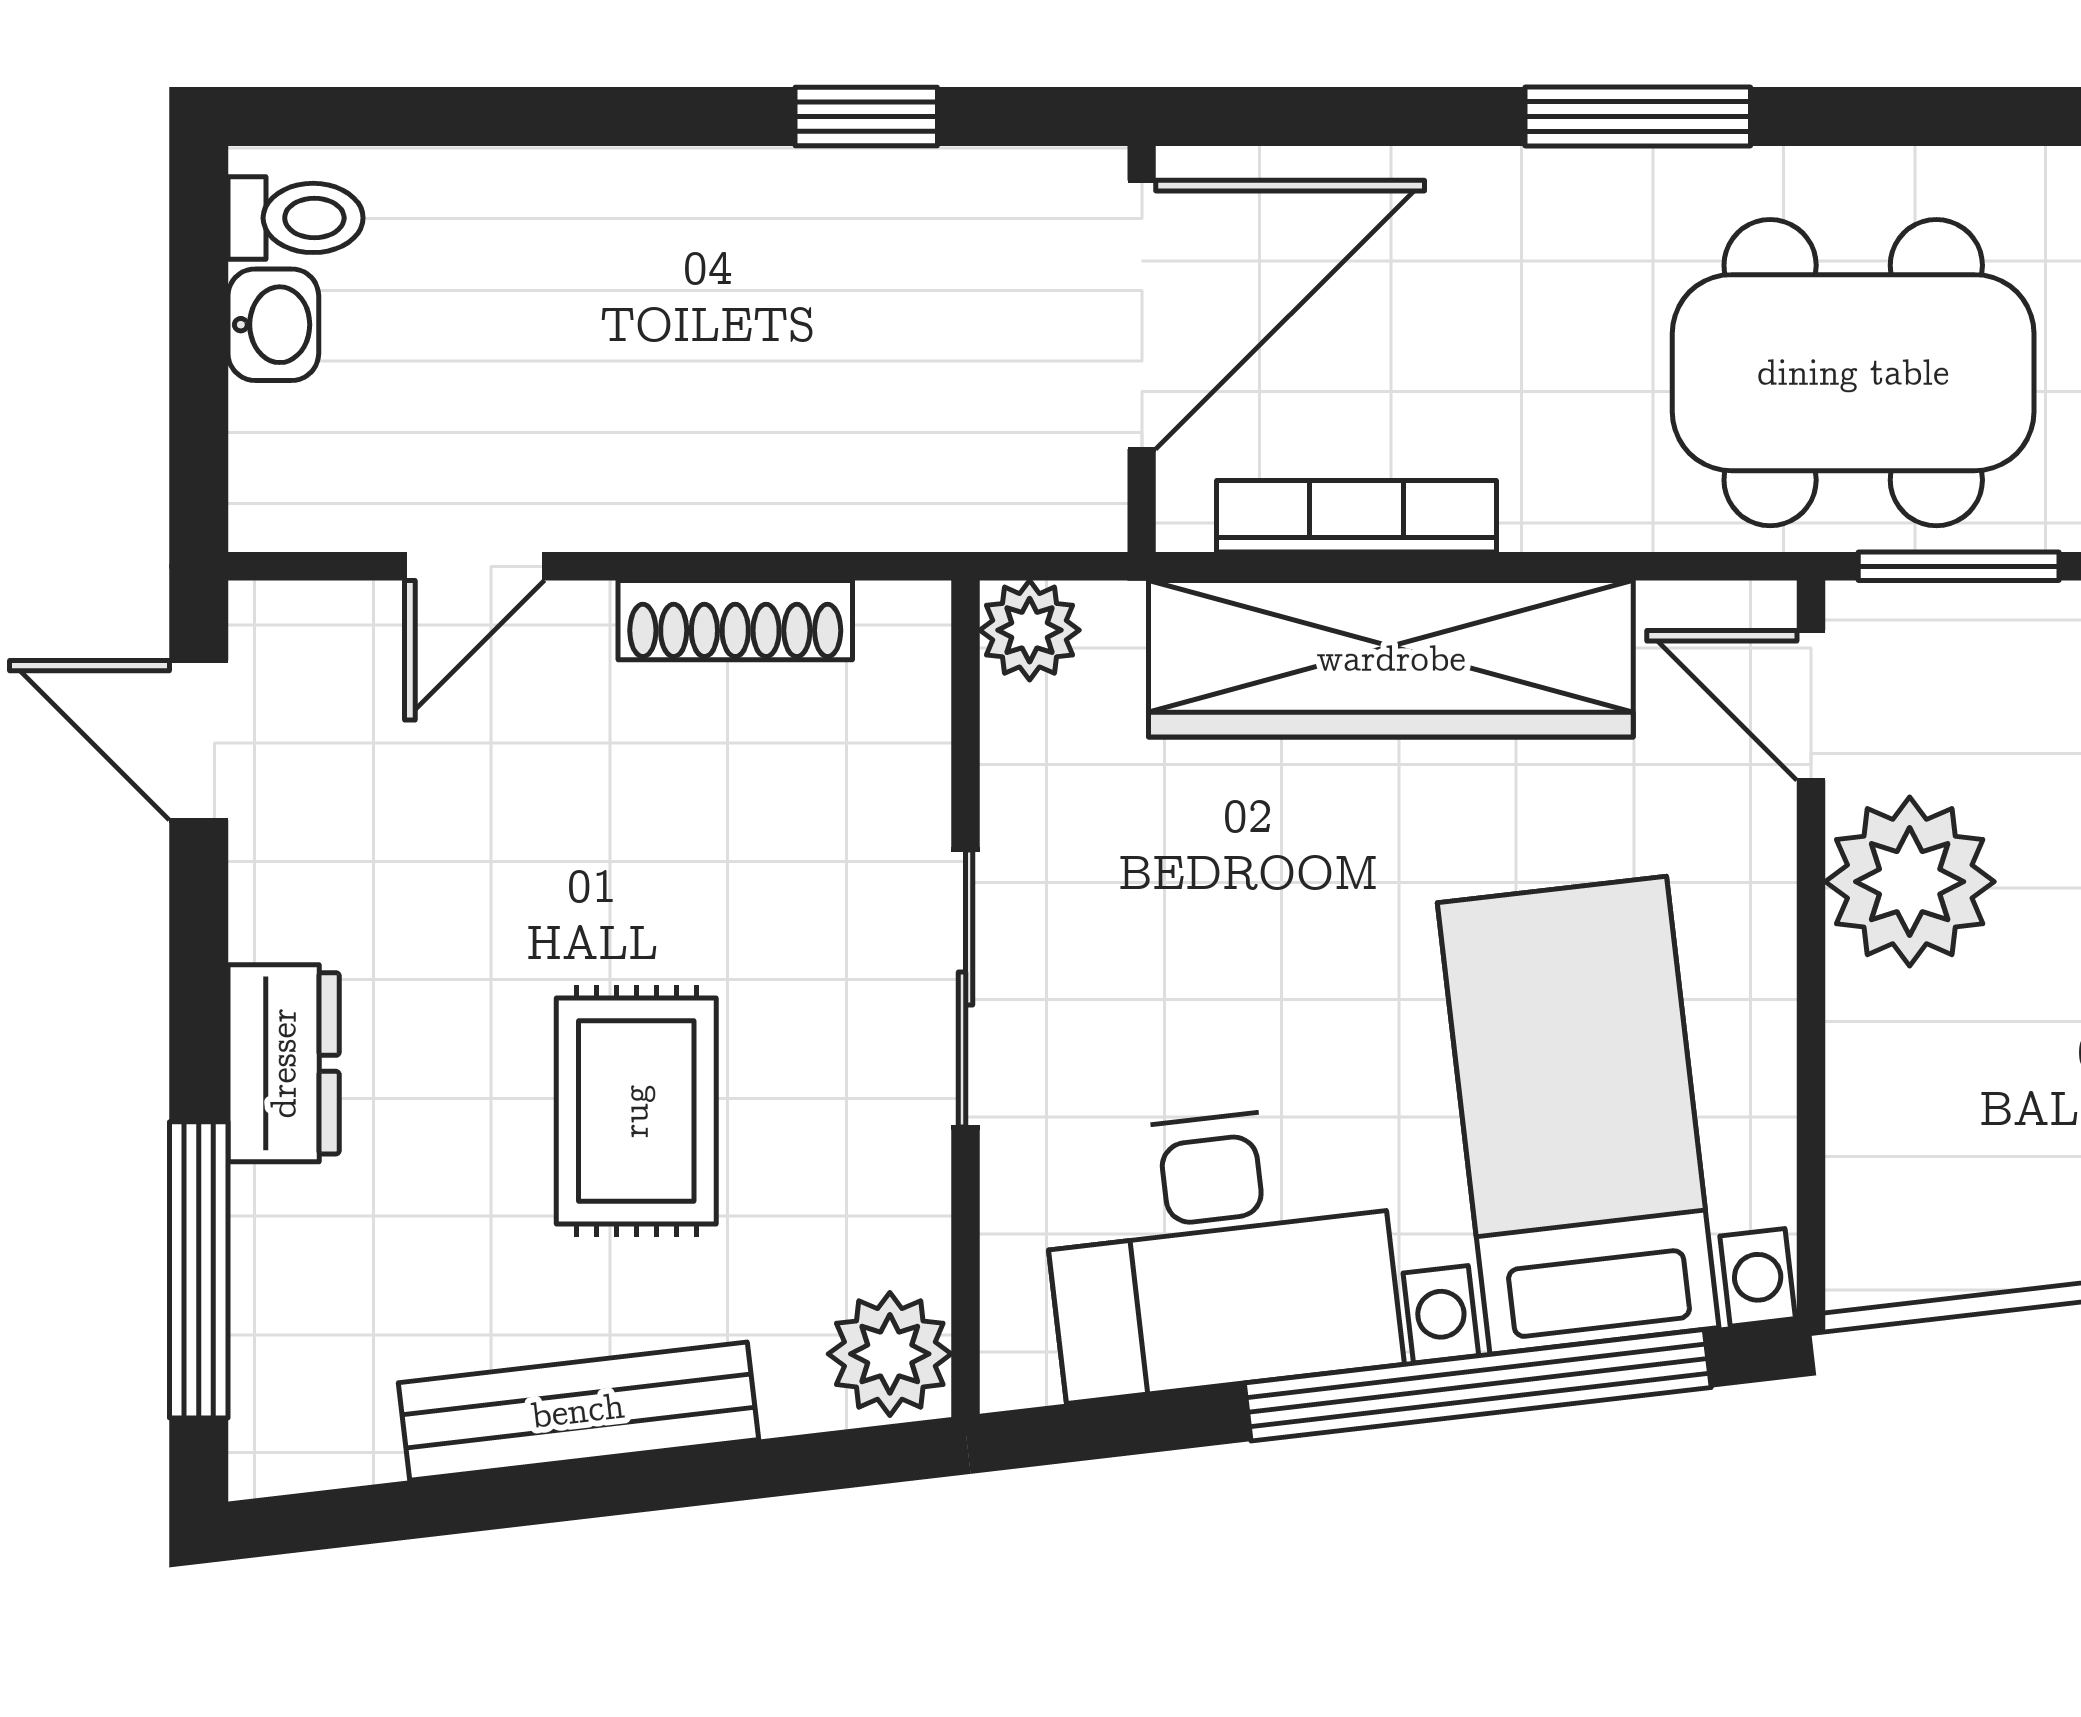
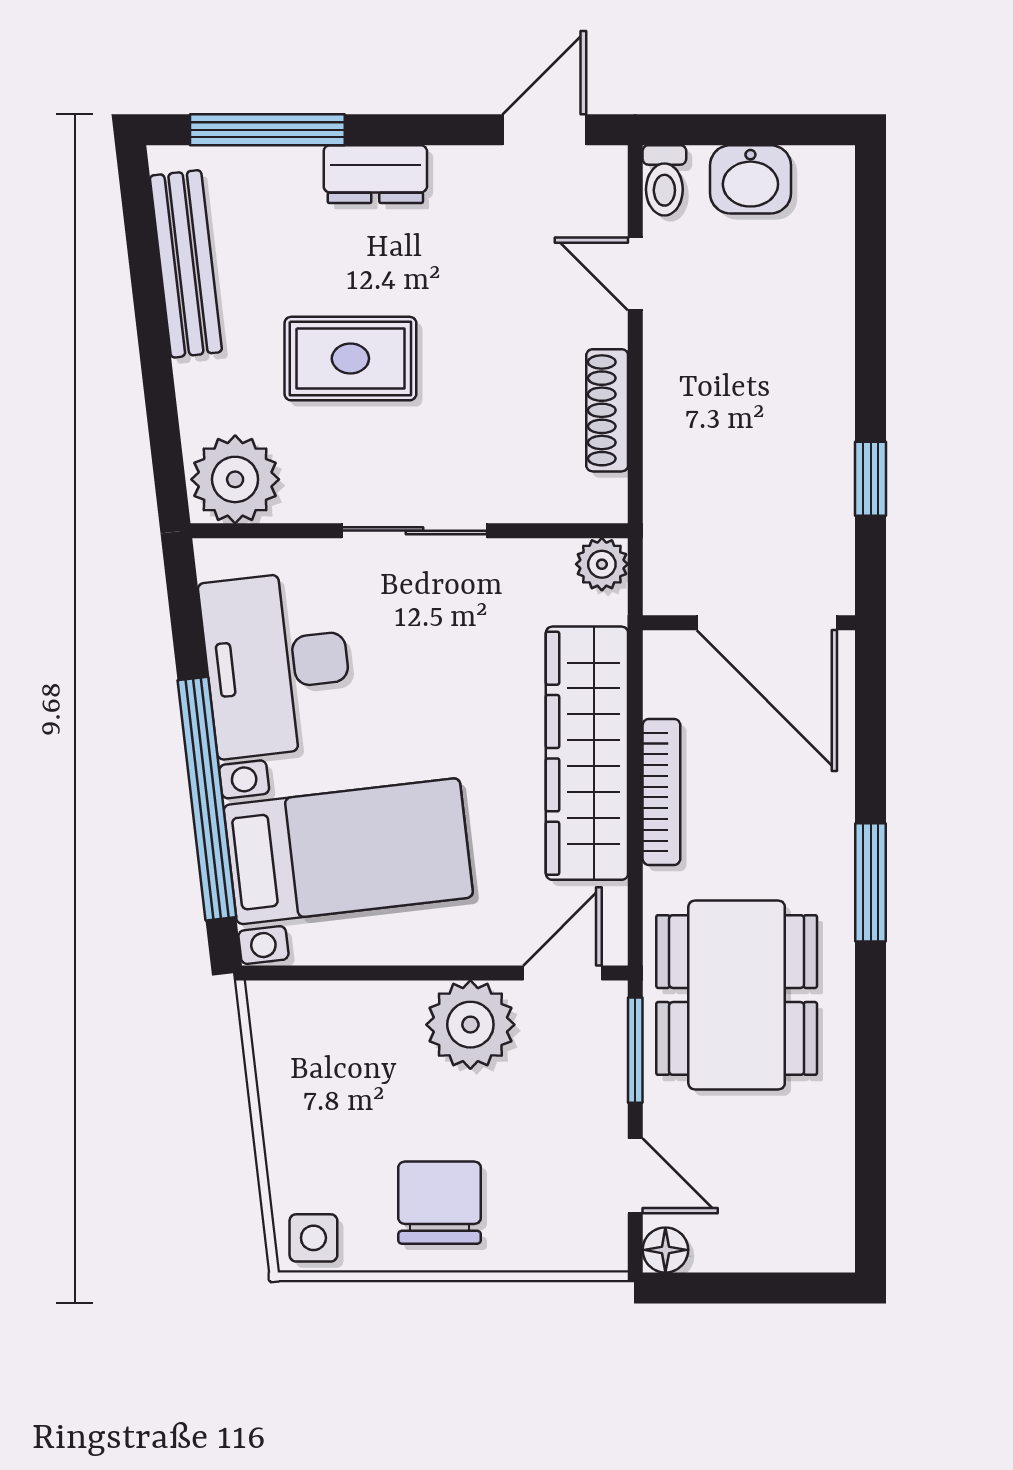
toilet: (296, 218) -> (664, 180), moved
washbasin: (273, 325) -> (750, 179), width x1.38, depth x1.45
bookcase: (1356, 516) -> (661, 792), moved
plant: (890, 1354) -> (235, 479), width x1.36, depth x1.36
bench: (578, 1411) -> (186, 264), moved

